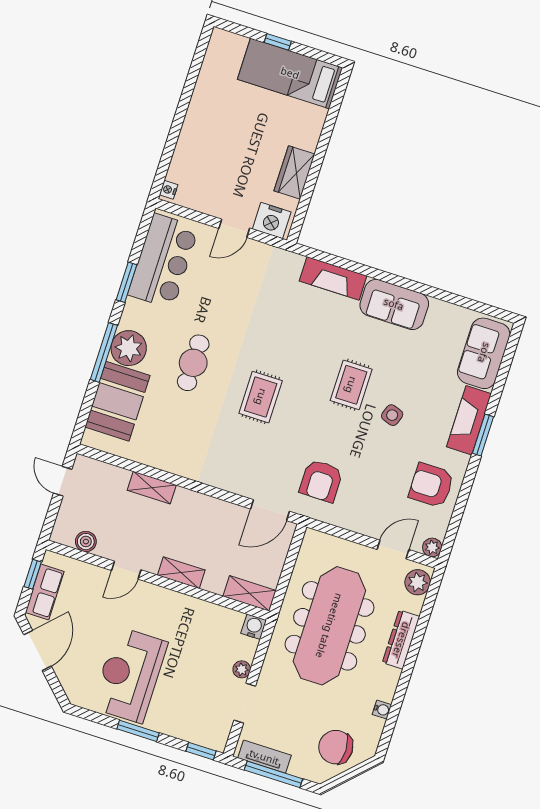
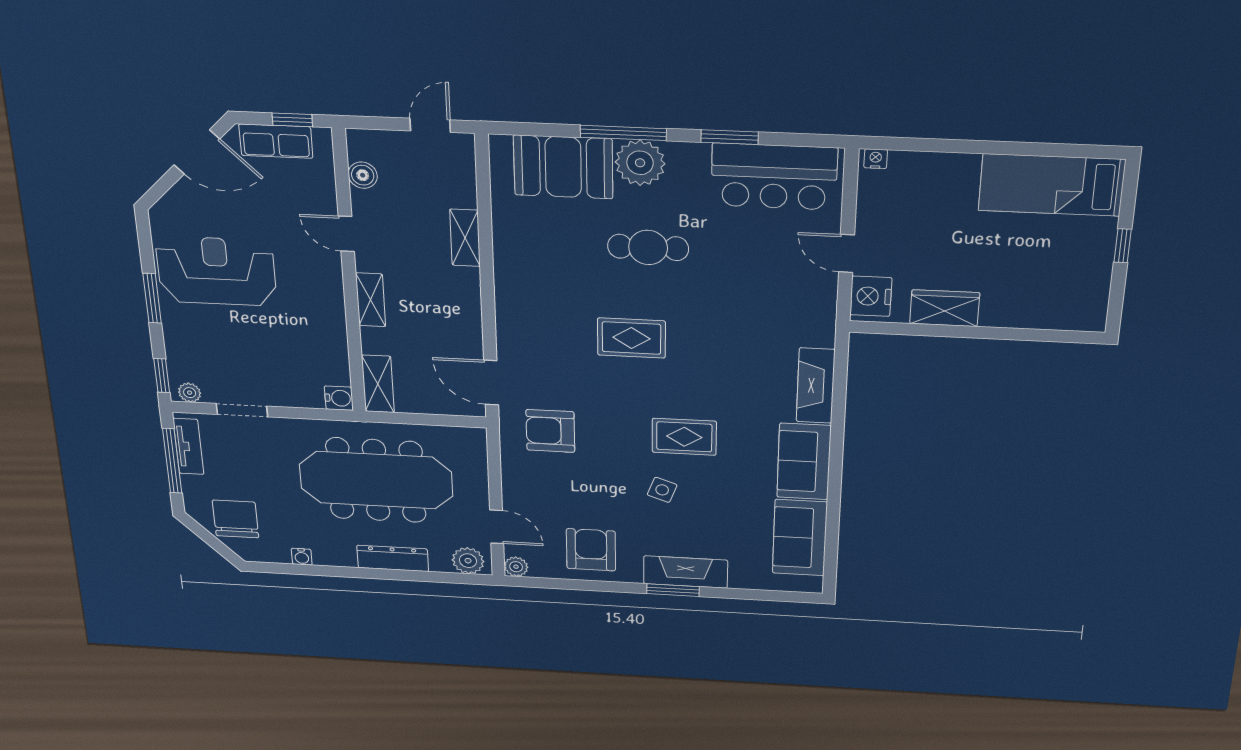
bed: (290, 73) -> (1052, 185), moved, turned -90
sofa: (484, 353) -> (800, 538), moved, turned -90
plant: (242, 669) -> (190, 393), moved

